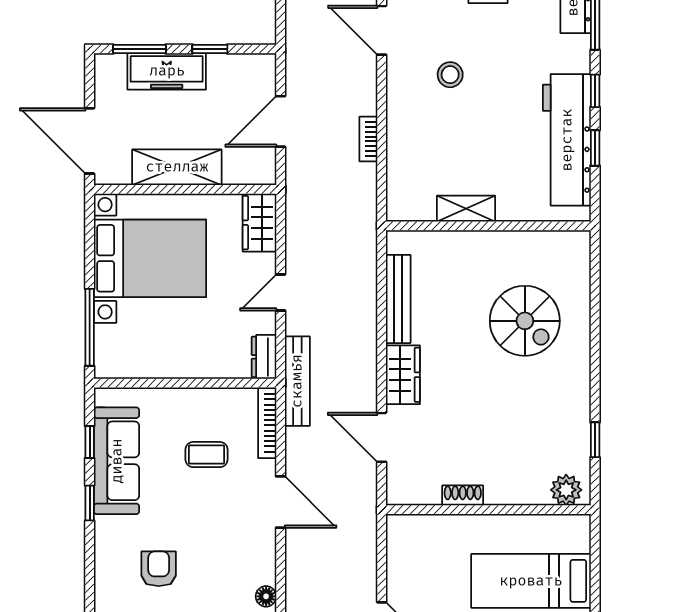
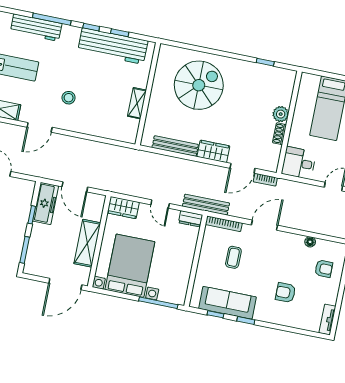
freezer: (167, 71) -> (46, 204), moved
bookcase: (368, 139) -> (265, 180), moved
spiral stairs: (525, 321) -> (199, 85), width x1.37, depth x1.37
plant: (566, 490) -> (281, 114), moved
desk: (414, 544) -> (299, 163), added

